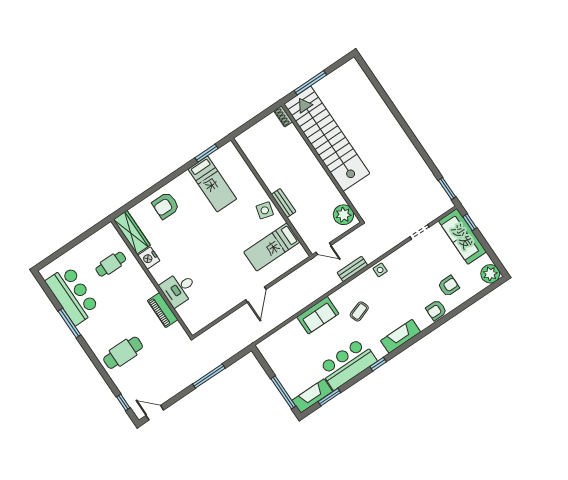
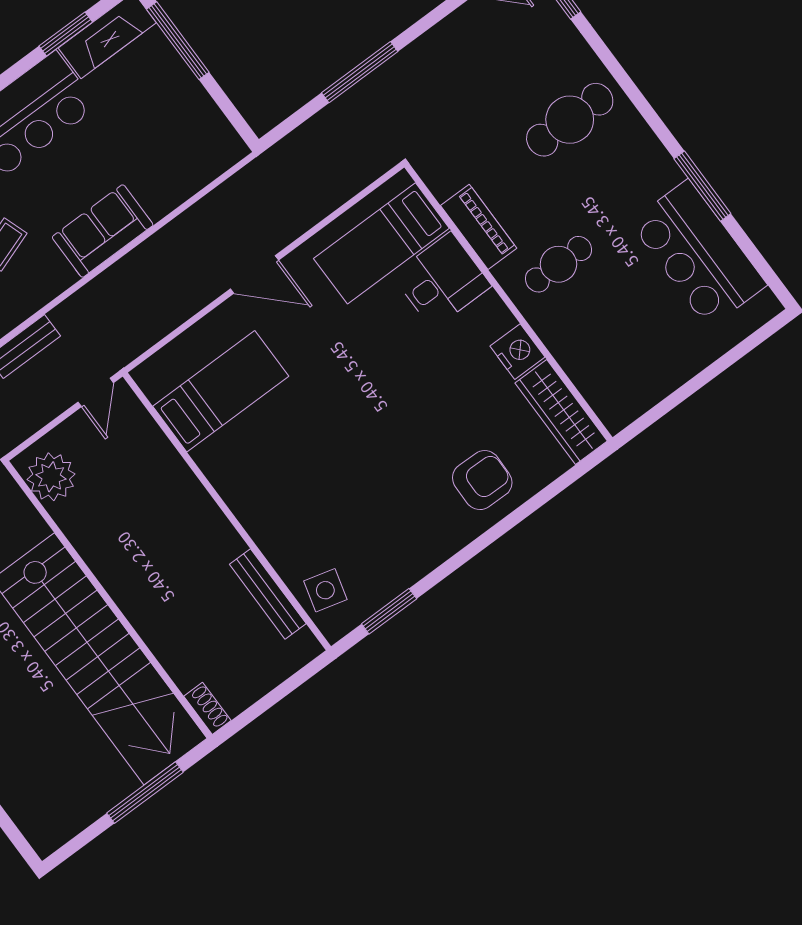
bed: (212, 184) -> (381, 243), moved, turned -90
bench: (284, 203) -> (268, 594), moved, width x1.36
side table: (265, 210) -> (325, 590), moved
door: (324, 249) -> (96, 392), swing flipped
cafe table: (111, 264) -> (558, 264), moved
door: (256, 295) -> (254, 275), swing flipped

